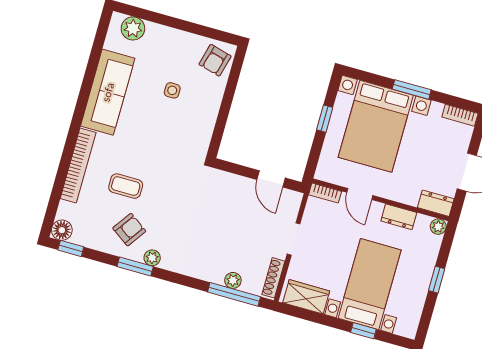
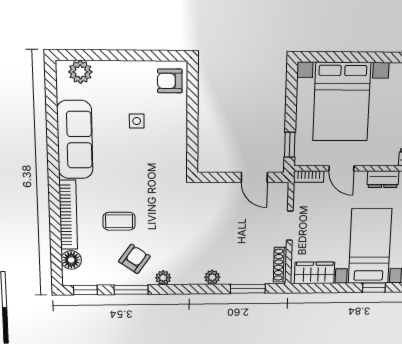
armchair: (215, 60) -> (170, 81), turned 75
window: (412, 89) -> (368, 57), removed
window: (325, 119) -> (290, 145), moved
floor lamp: (62, 230) -> (71, 260), moved
window: (135, 267) -> (131, 290), moved
plant: (233, 280) -> (212, 277), moved
window: (234, 294) -> (248, 289), width x0.69

